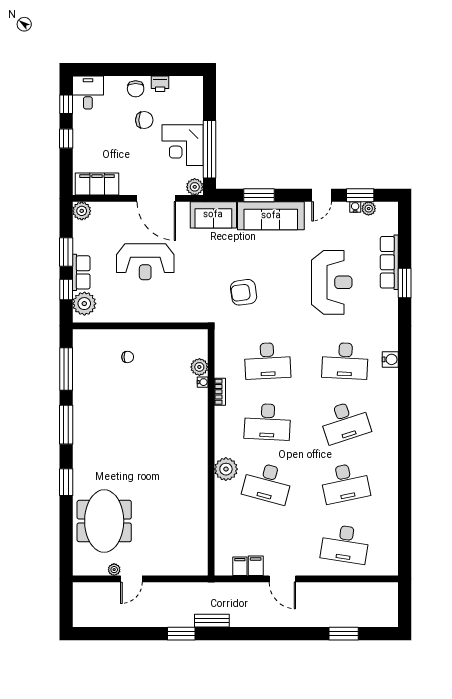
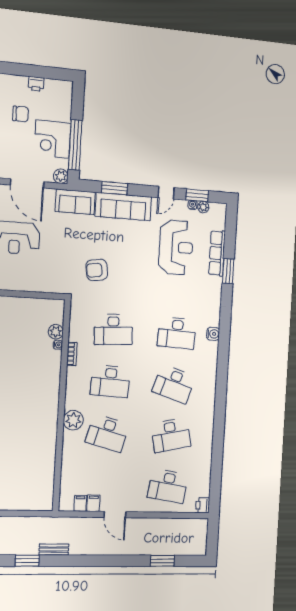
chair: (136, 89) -> (15, 86), removed
reception desk: (332, 282) -> (176, 247), moved
desk: (345, 422) -> (174, 384), turned 36
printer: (390, 566) -> (203, 505), added

